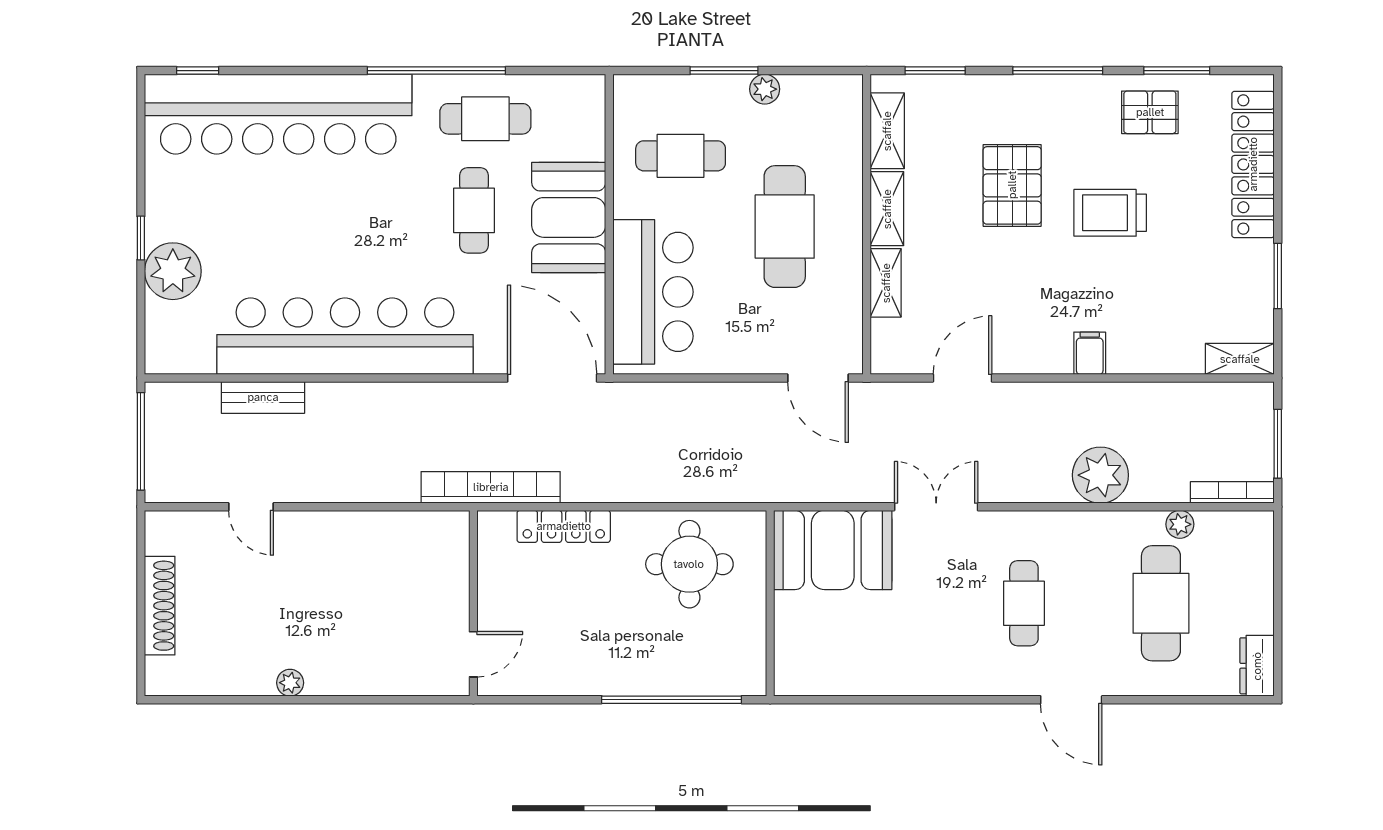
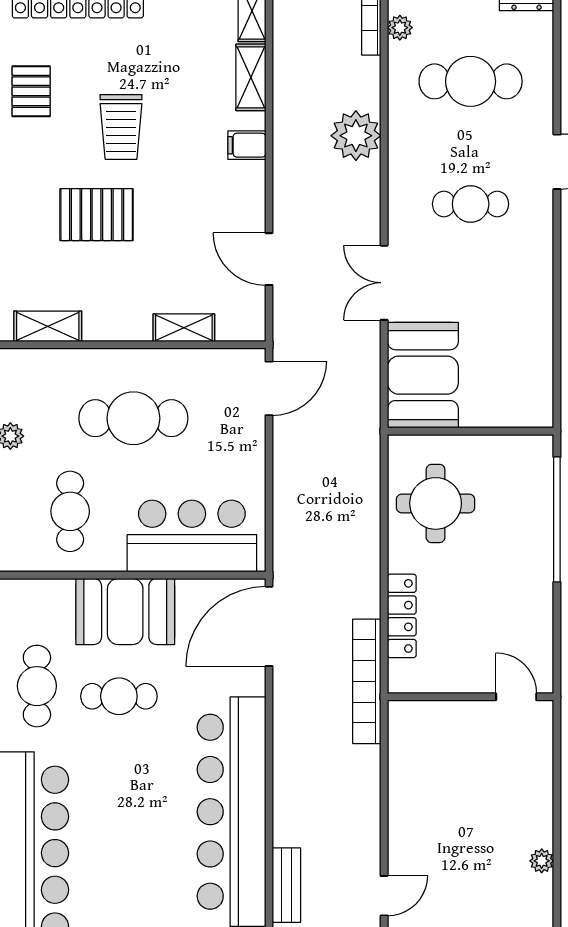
shelving: (887, 209) -> (251, 77), moved, turned 90
plant: (1180, 524) -> (400, 28), moved

